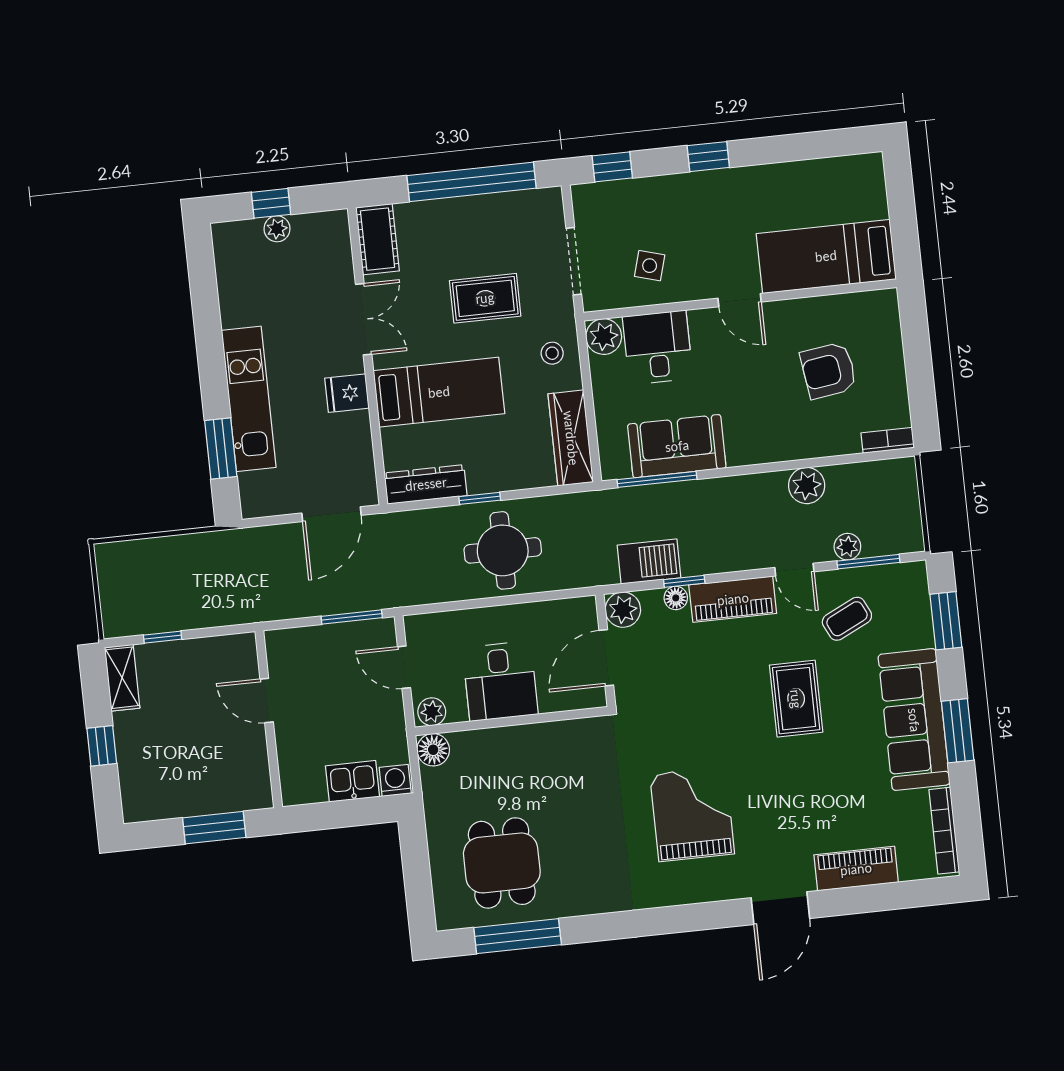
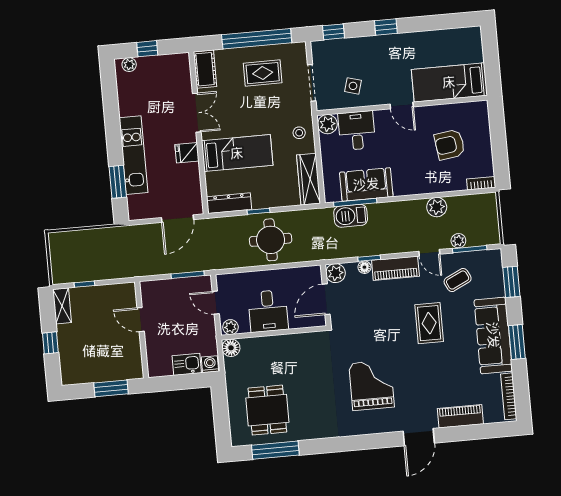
plant: (277, 229) -> (129, 65), moved
rug: (485, 298) -> (263, 73), moved
barbecue: (649, 561) -> (351, 216), moved, turned 180

